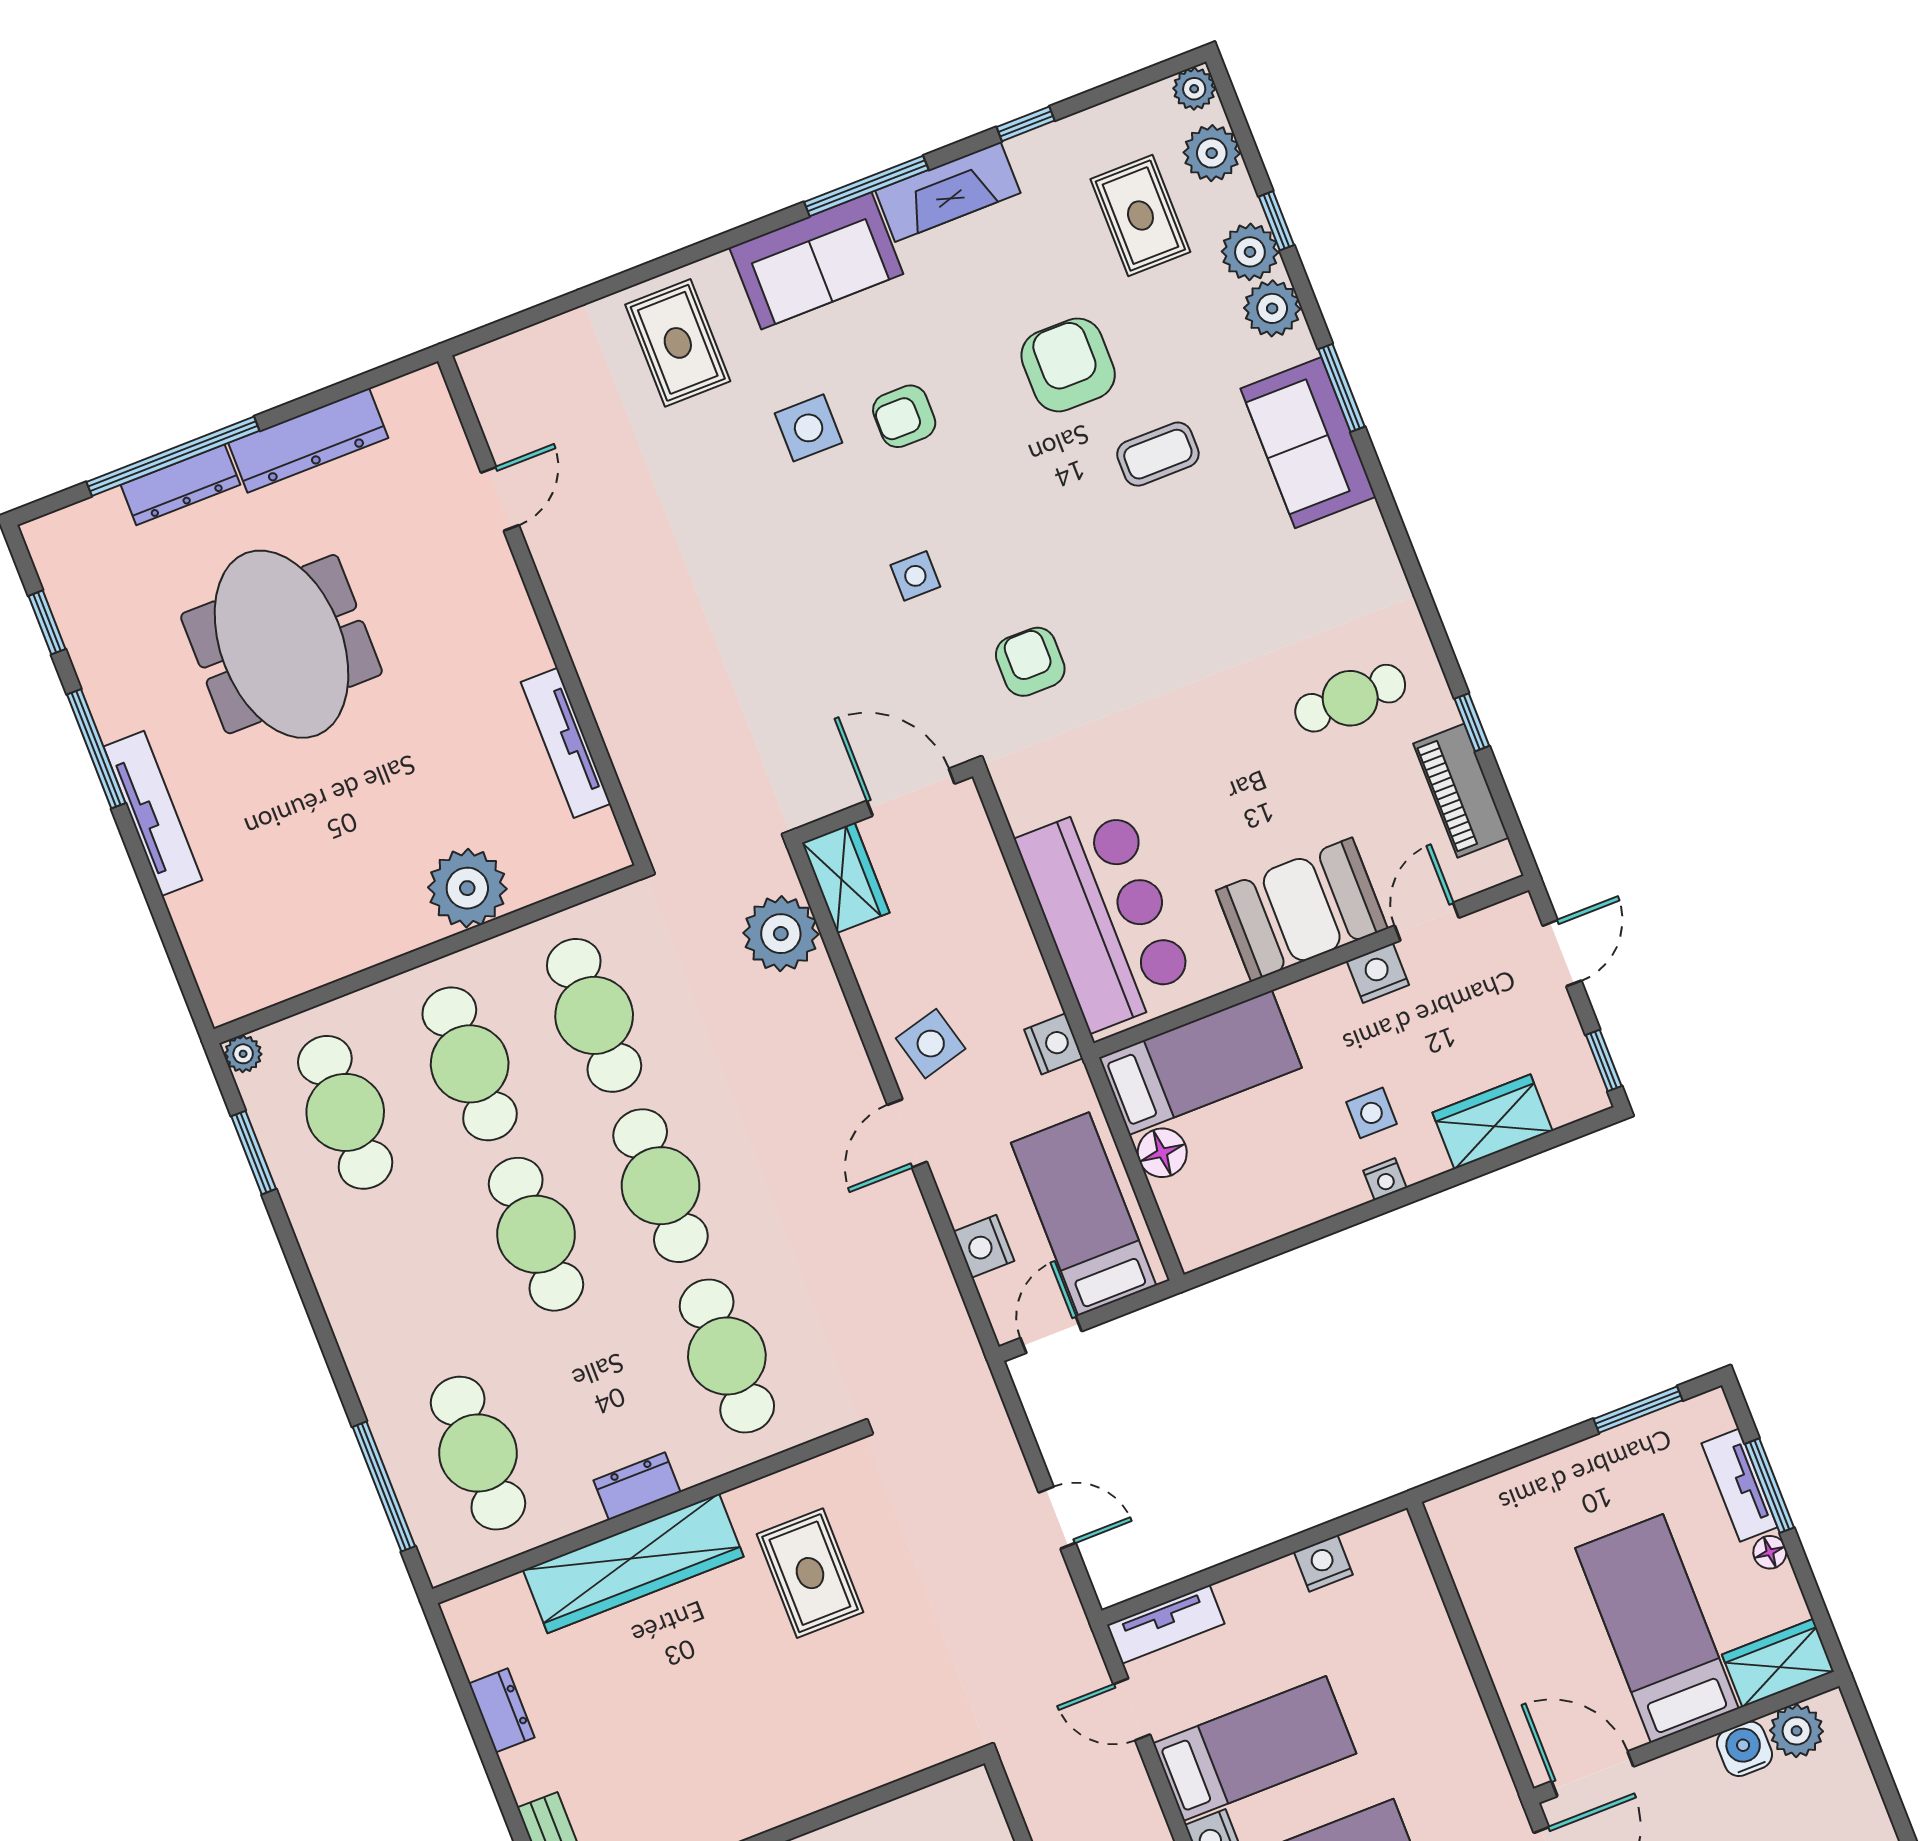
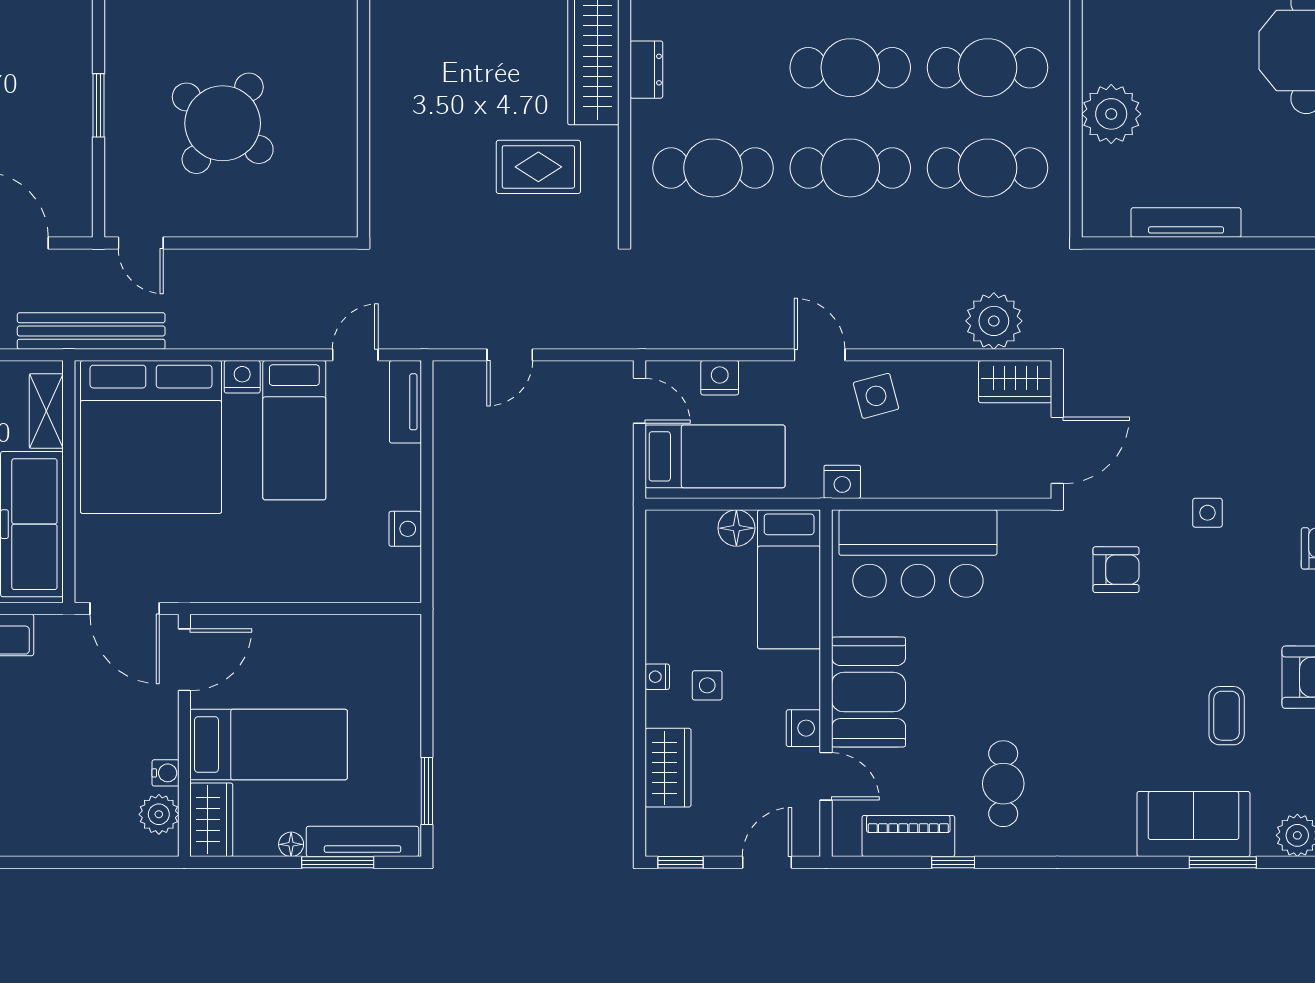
door: (1562, 953) -> (767, 862), swing flipped
tv unit: (1740, 1485) -> (363, 841), width x1.41
water cooler: (1744, 1749) -> (165, 773), width x0.72, depth x0.72

